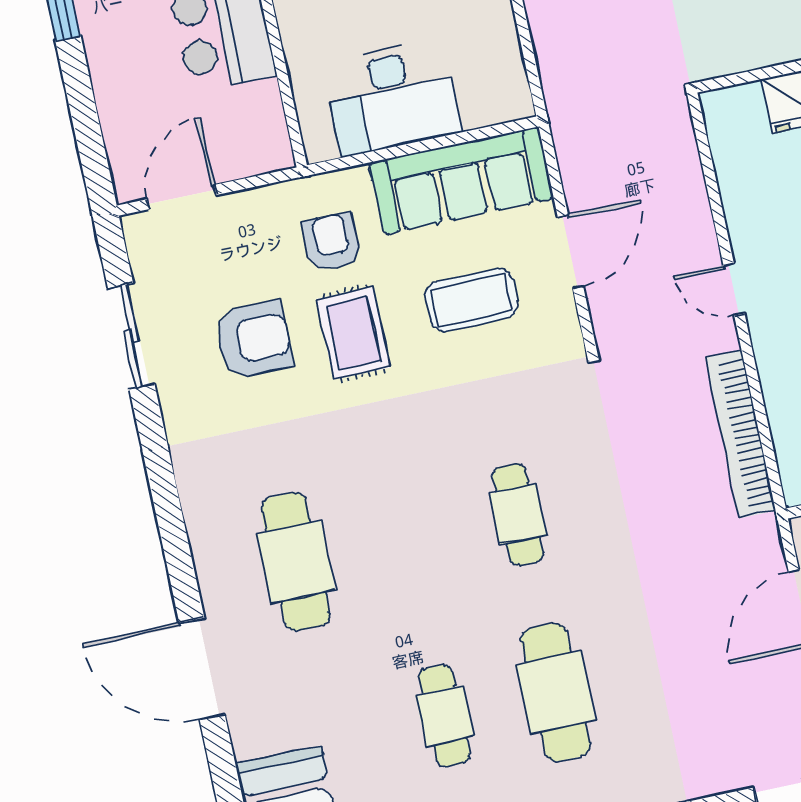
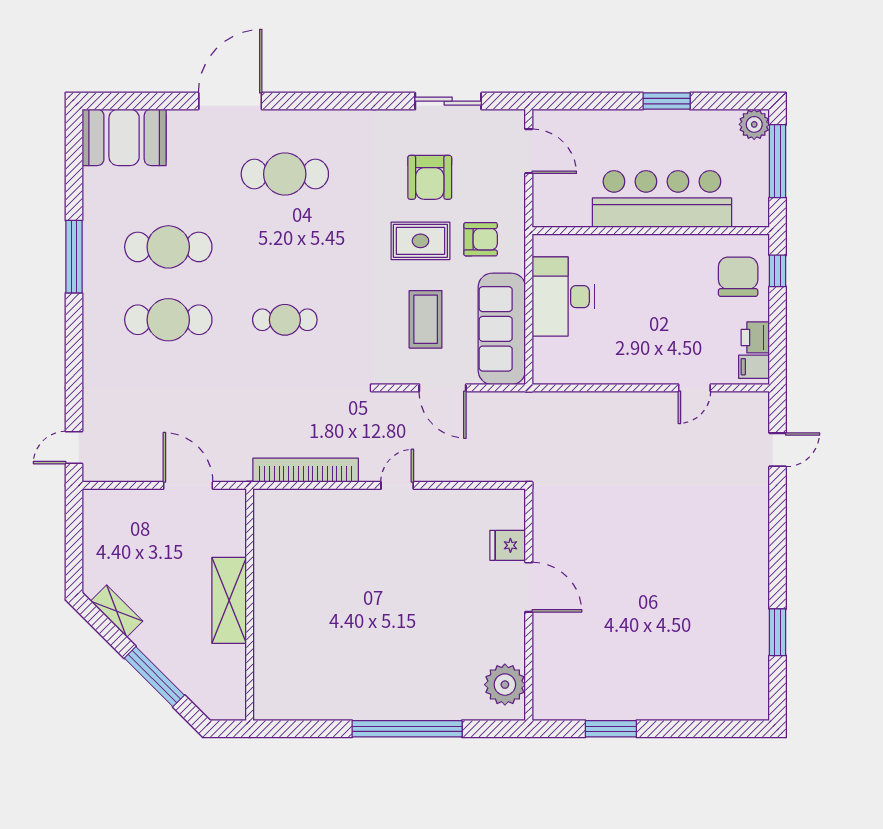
cafe table: (444, 716) -> (168, 247), width x1.37, depth x1.35

